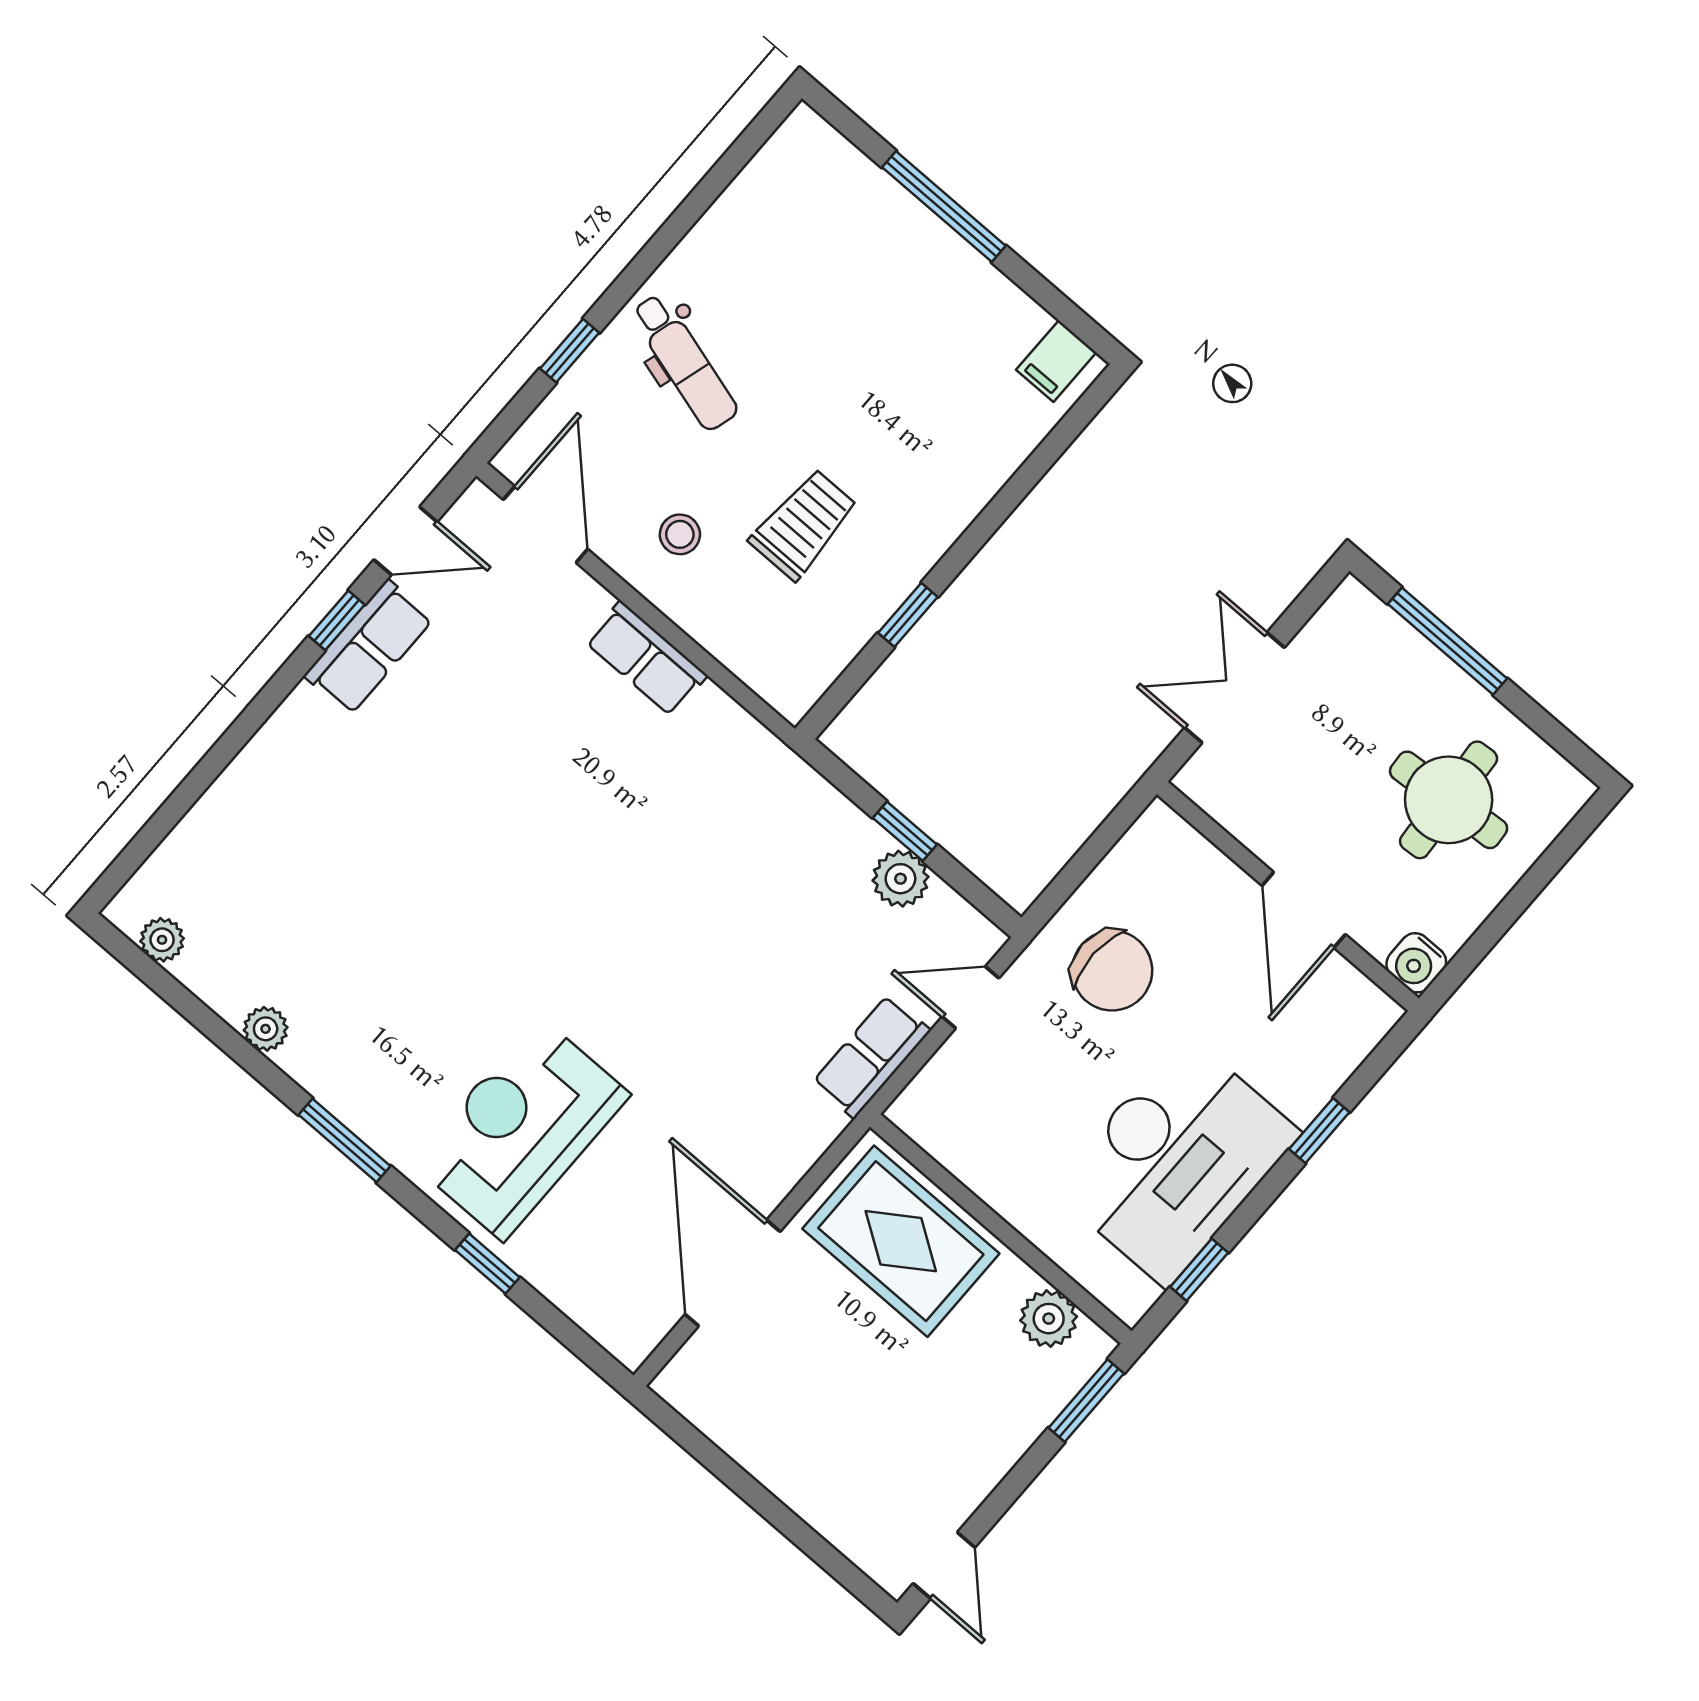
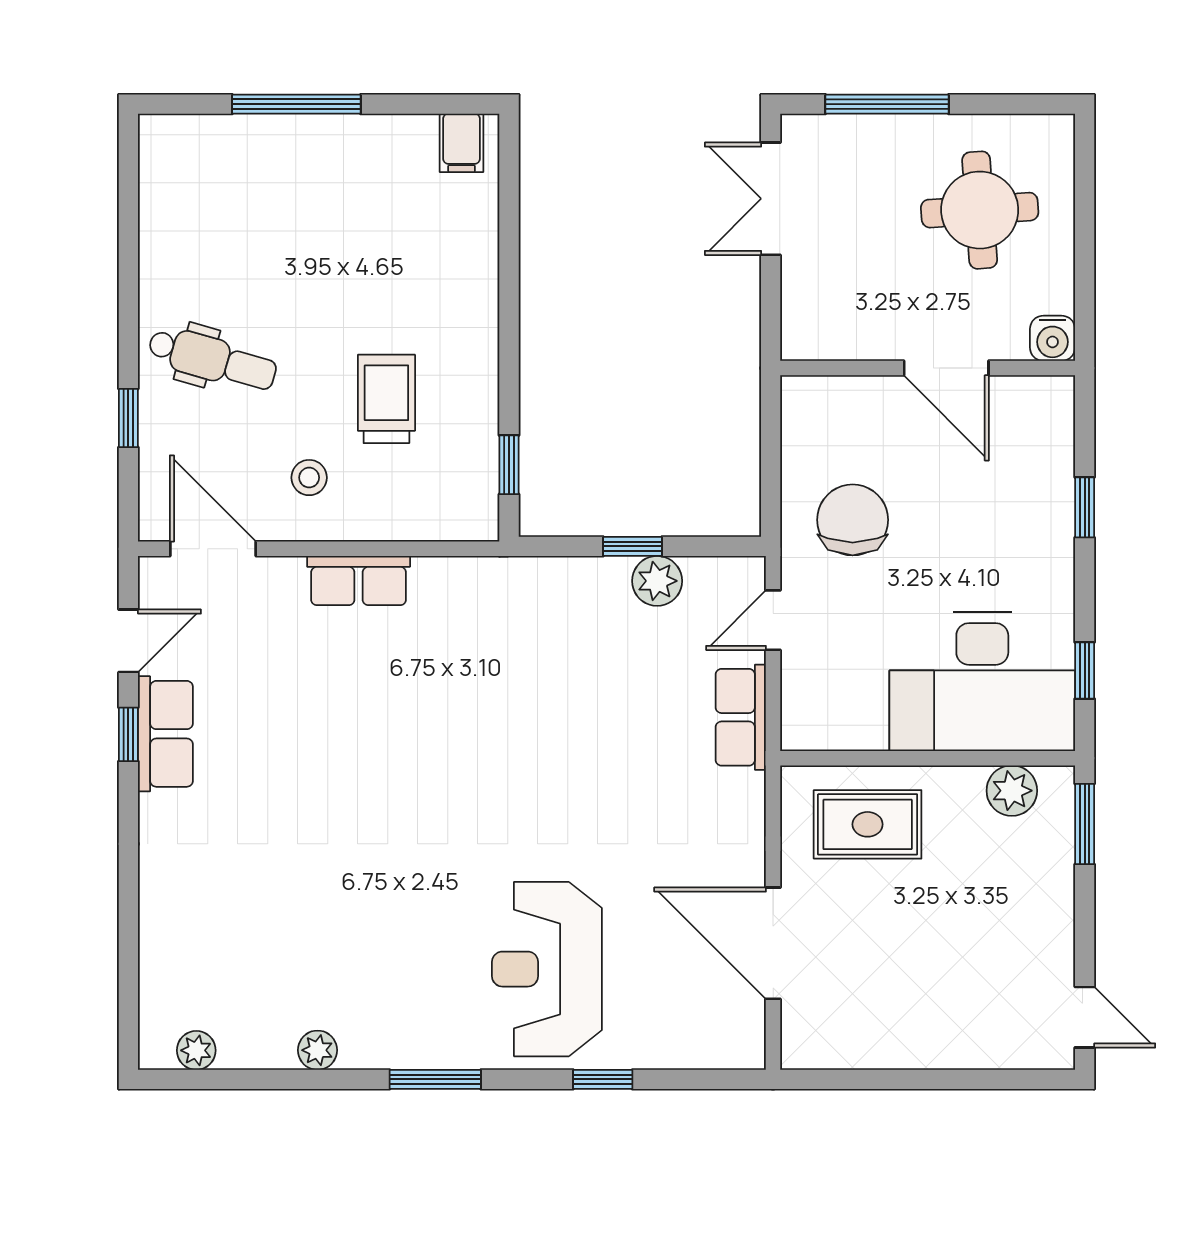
window: (908, 615) -> (509, 465), moved
double door: (1234, 688) -> (771, 199), moved
chair: (1112, 971) -> (853, 520), turned -91
desk: (1176, 1161) -> (982, 682), moved, turned 90
rug: (901, 1241) -> (868, 824), width x0.73, depth x0.70

